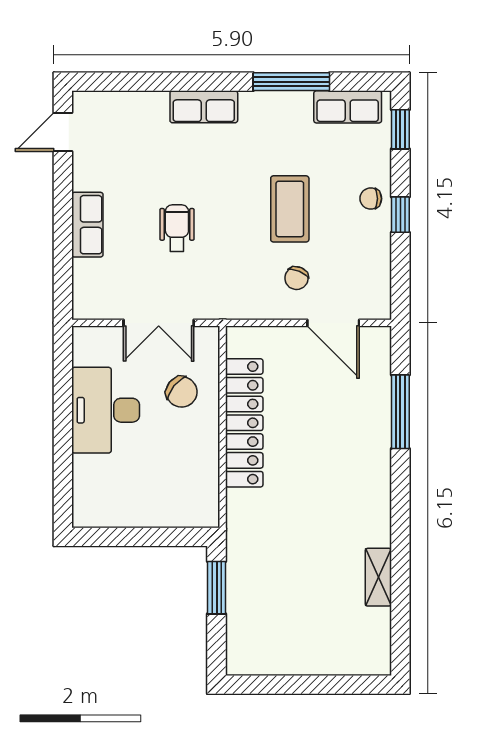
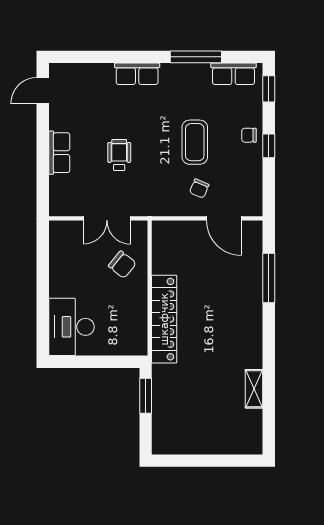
desk: (106, 410) -> (71, 327), moved
locker: (244, 423) -> (164, 319), moved

